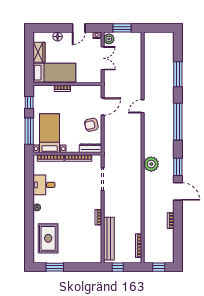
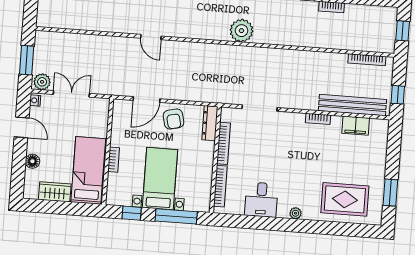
door: (103, 107) -> (146, 100), swing flipped
bed with nightstands: (50, 133) -> (160, 179), moved, turned 90
filing cabinet: (96, 242) -> (356, 126), added

